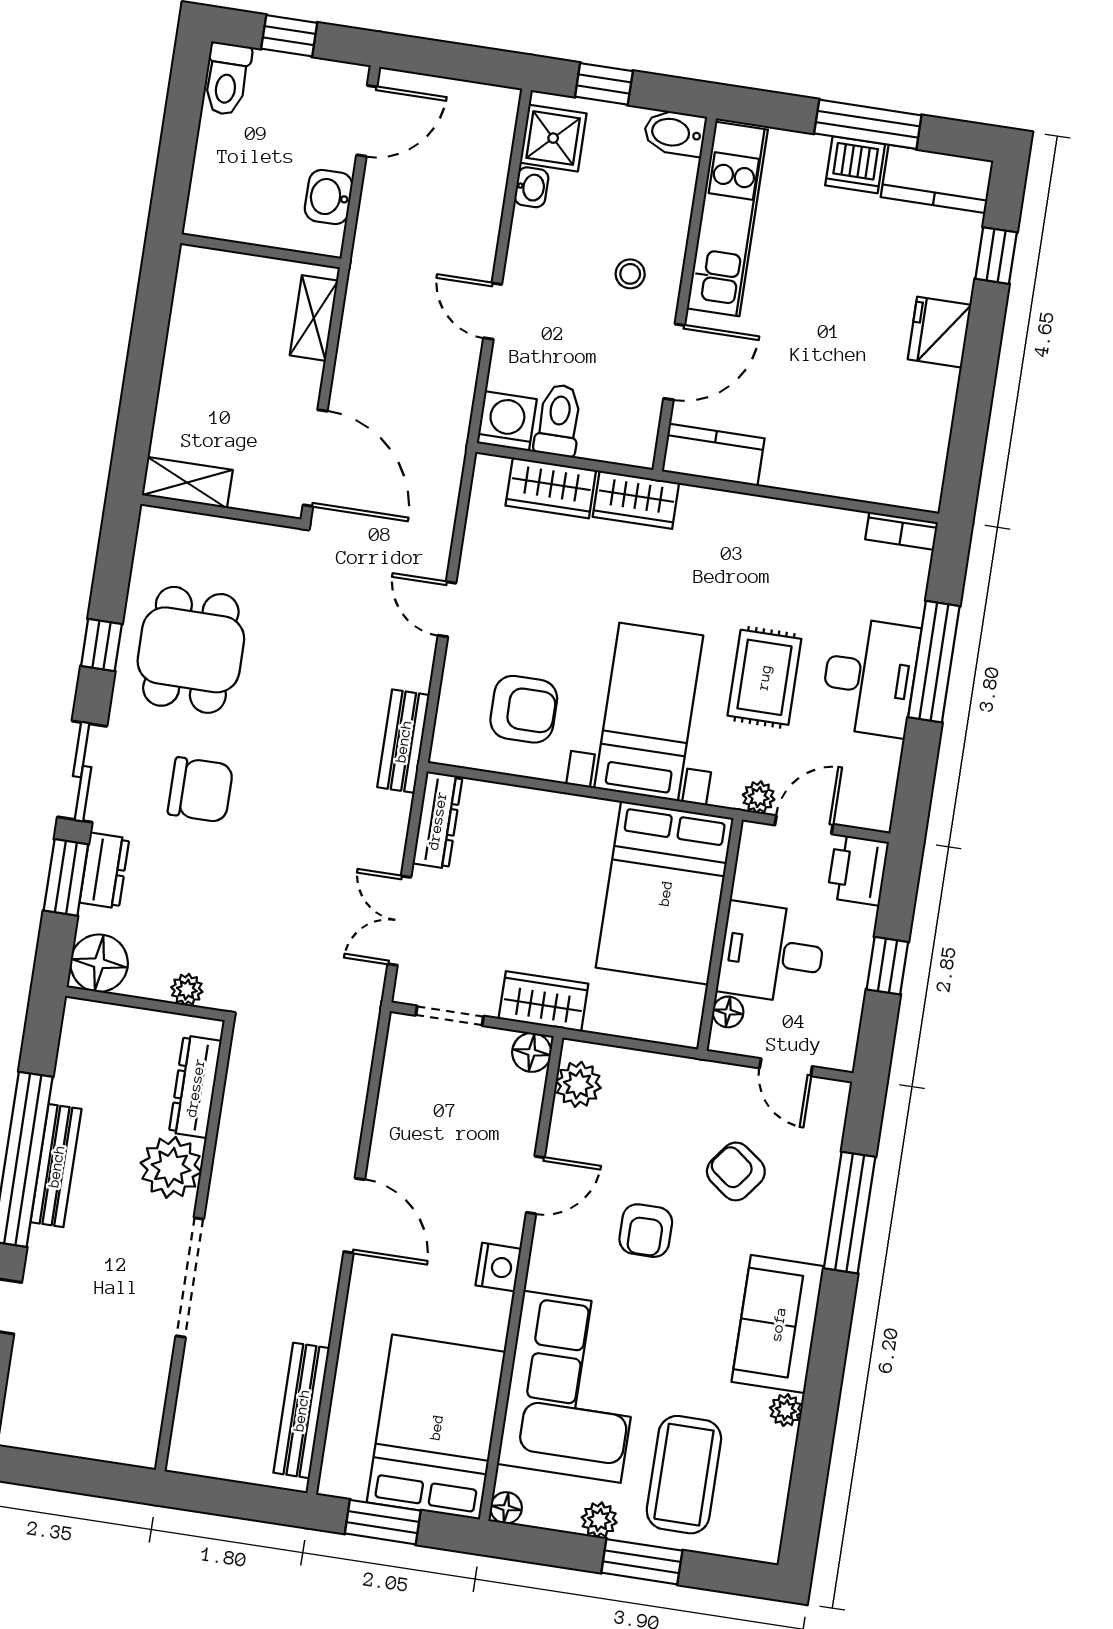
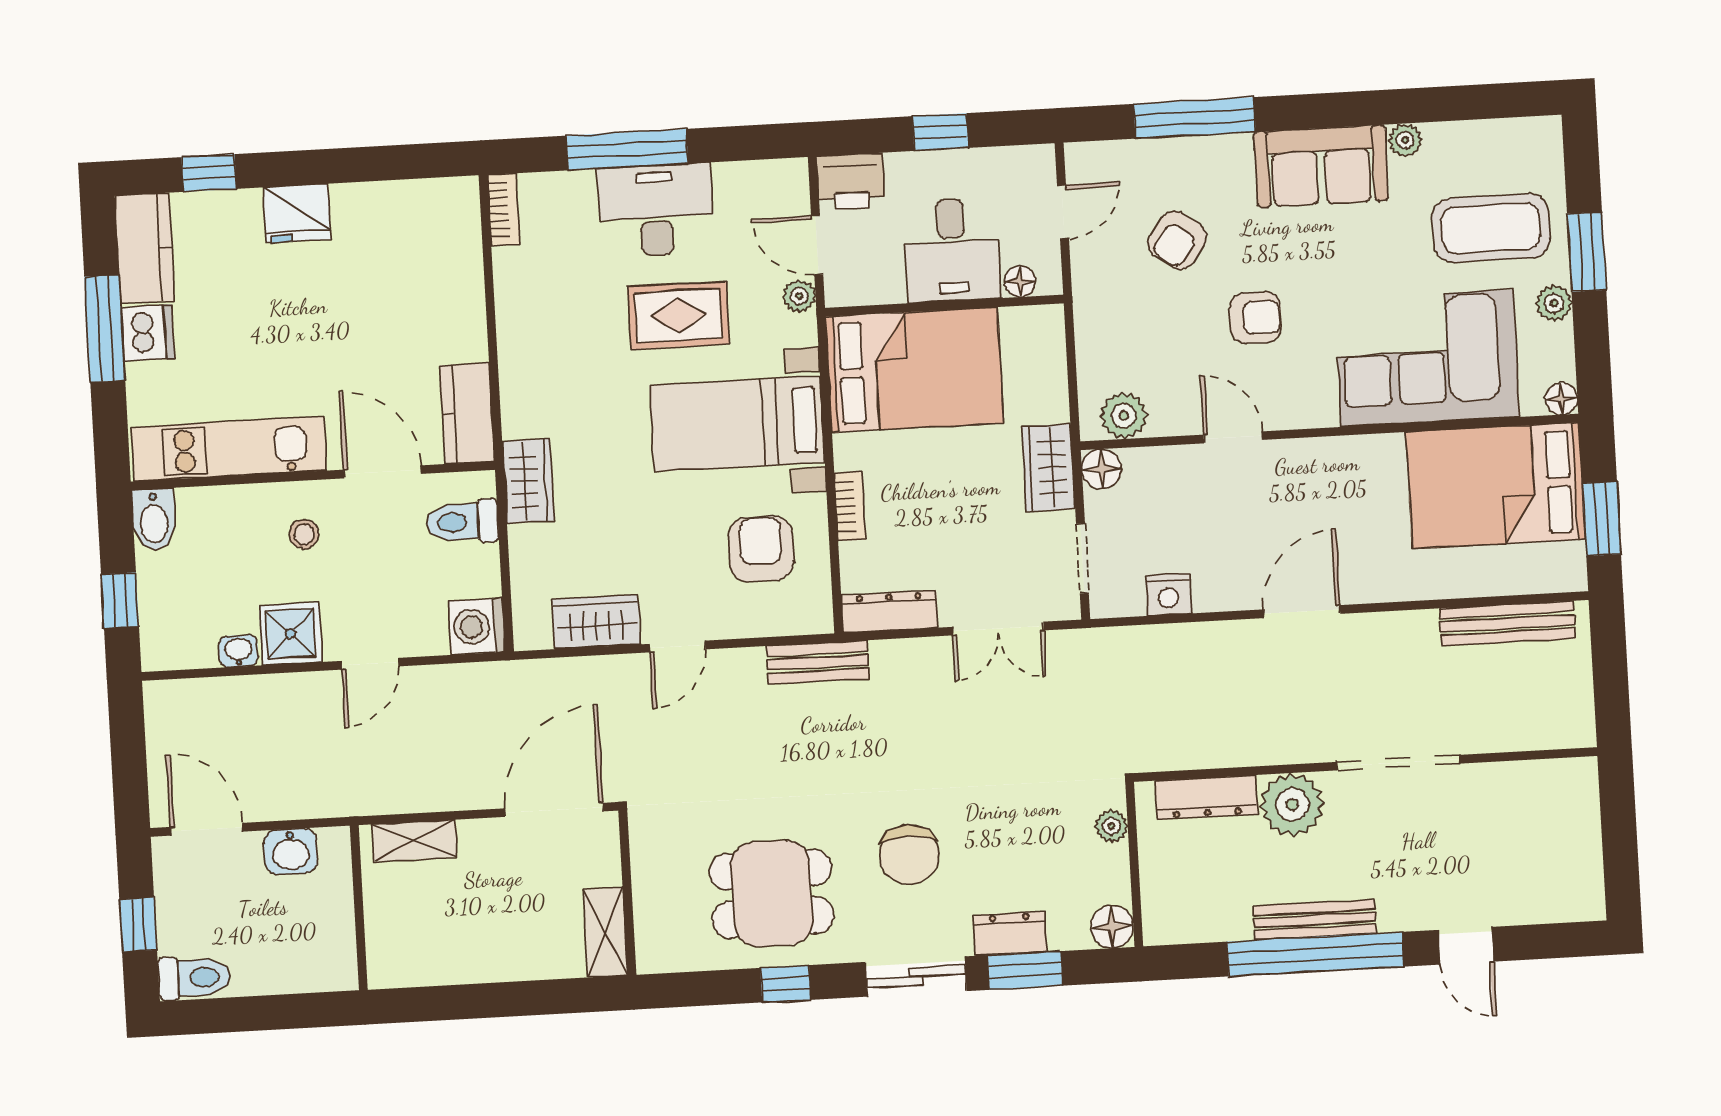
shower: (553, 138) -> (290, 634), moved
toilet: (559, 420) -> (462, 522), moved
wardrobe: (551, 488) -> (596, 622), moved, turned -90
chair: (200, 790) -> (909, 855), turned 180
bookcase: (547, 803) -> (850, 506), added
floor lamp: (99, 963) -> (1112, 927), width x0.73, depth x0.73
nightstand: (498, 1267) -> (1168, 594), moved, turned 180

